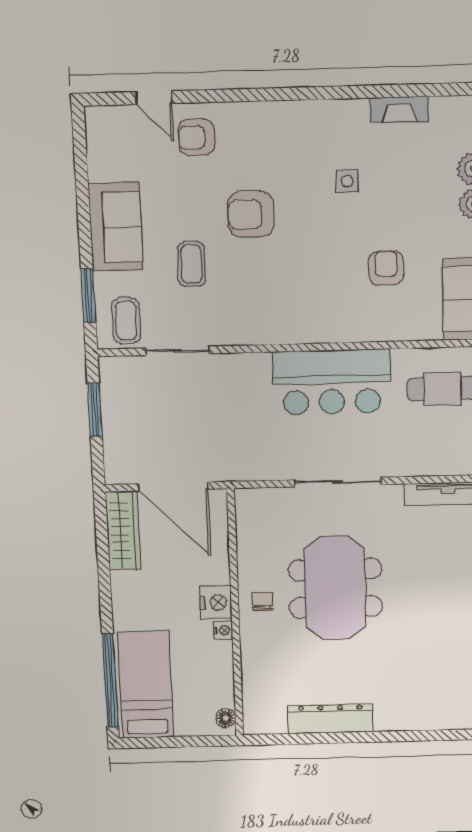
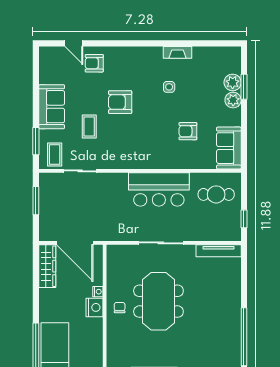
fireplace: (399, 109) -> (177, 52), moved
armchair: (386, 268) -> (188, 131), turned -90
nightstand: (223, 630) -> (98, 292), moved

